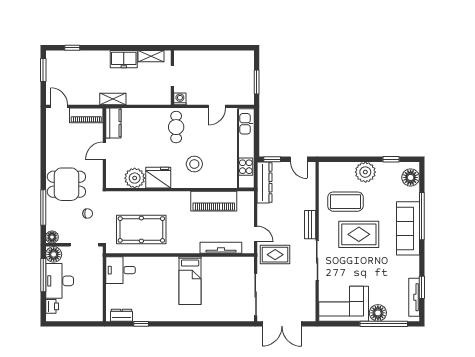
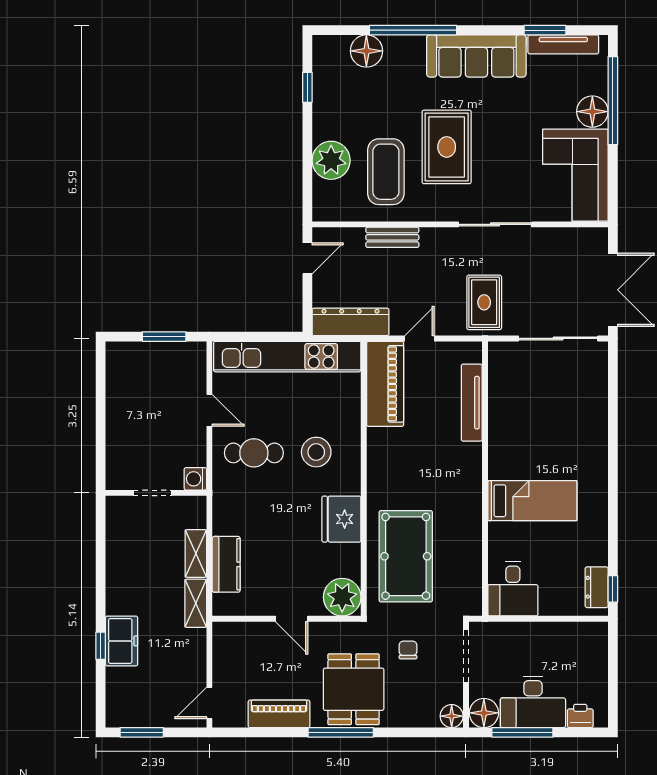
window: (72, 48) -> (101, 646), moved
shelving: (151, 56) -> (196, 554), moved
freezer: (124, 59) -> (122, 641), moved
piano: (86, 115) -> (279, 714), moved, turned -90
kitchen counter: (113, 123) -> (226, 564), moved, turned 90
cafe table: (176, 127) -> (254, 453), moved
window: (272, 159) -> (307, 308), removed
plant: (365, 172) -> (331, 160), moved
floor lamp: (411, 177) -> (366, 51), moved
plant: (135, 178) -> (342, 597), moved
piano: (214, 201) -> (385, 384), moved
window: (43, 207) -> (341, 732), moved
bench: (310, 225) -> (392, 237), moved
sofa: (408, 228) -> (476, 56), moved
pool table: (141, 230) -> (406, 556), moved
door: (256, 234) -> (420, 338), moved
bed: (190, 281) -> (532, 501), moved
window: (141, 324) -> (613, 589), moved

